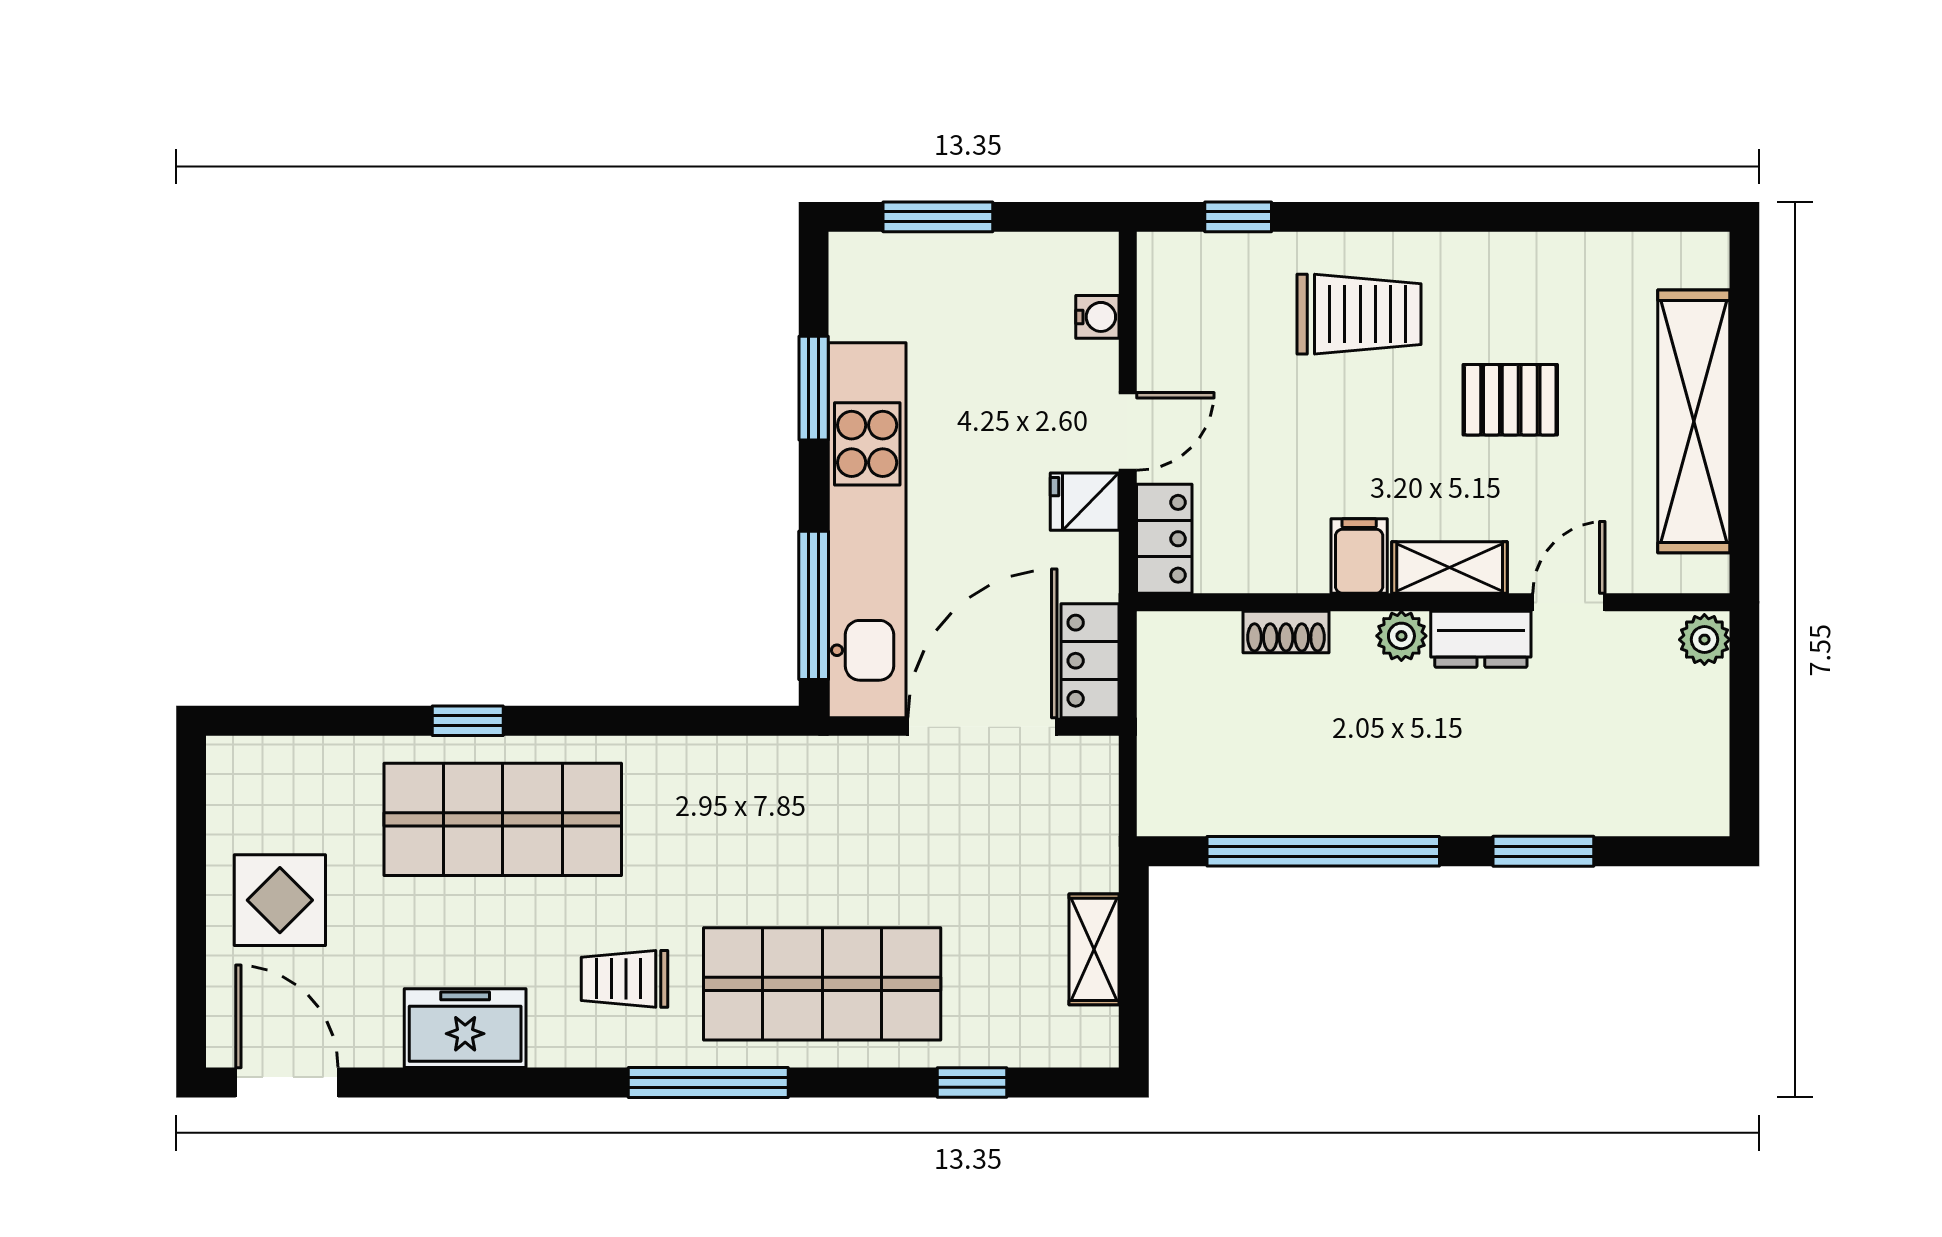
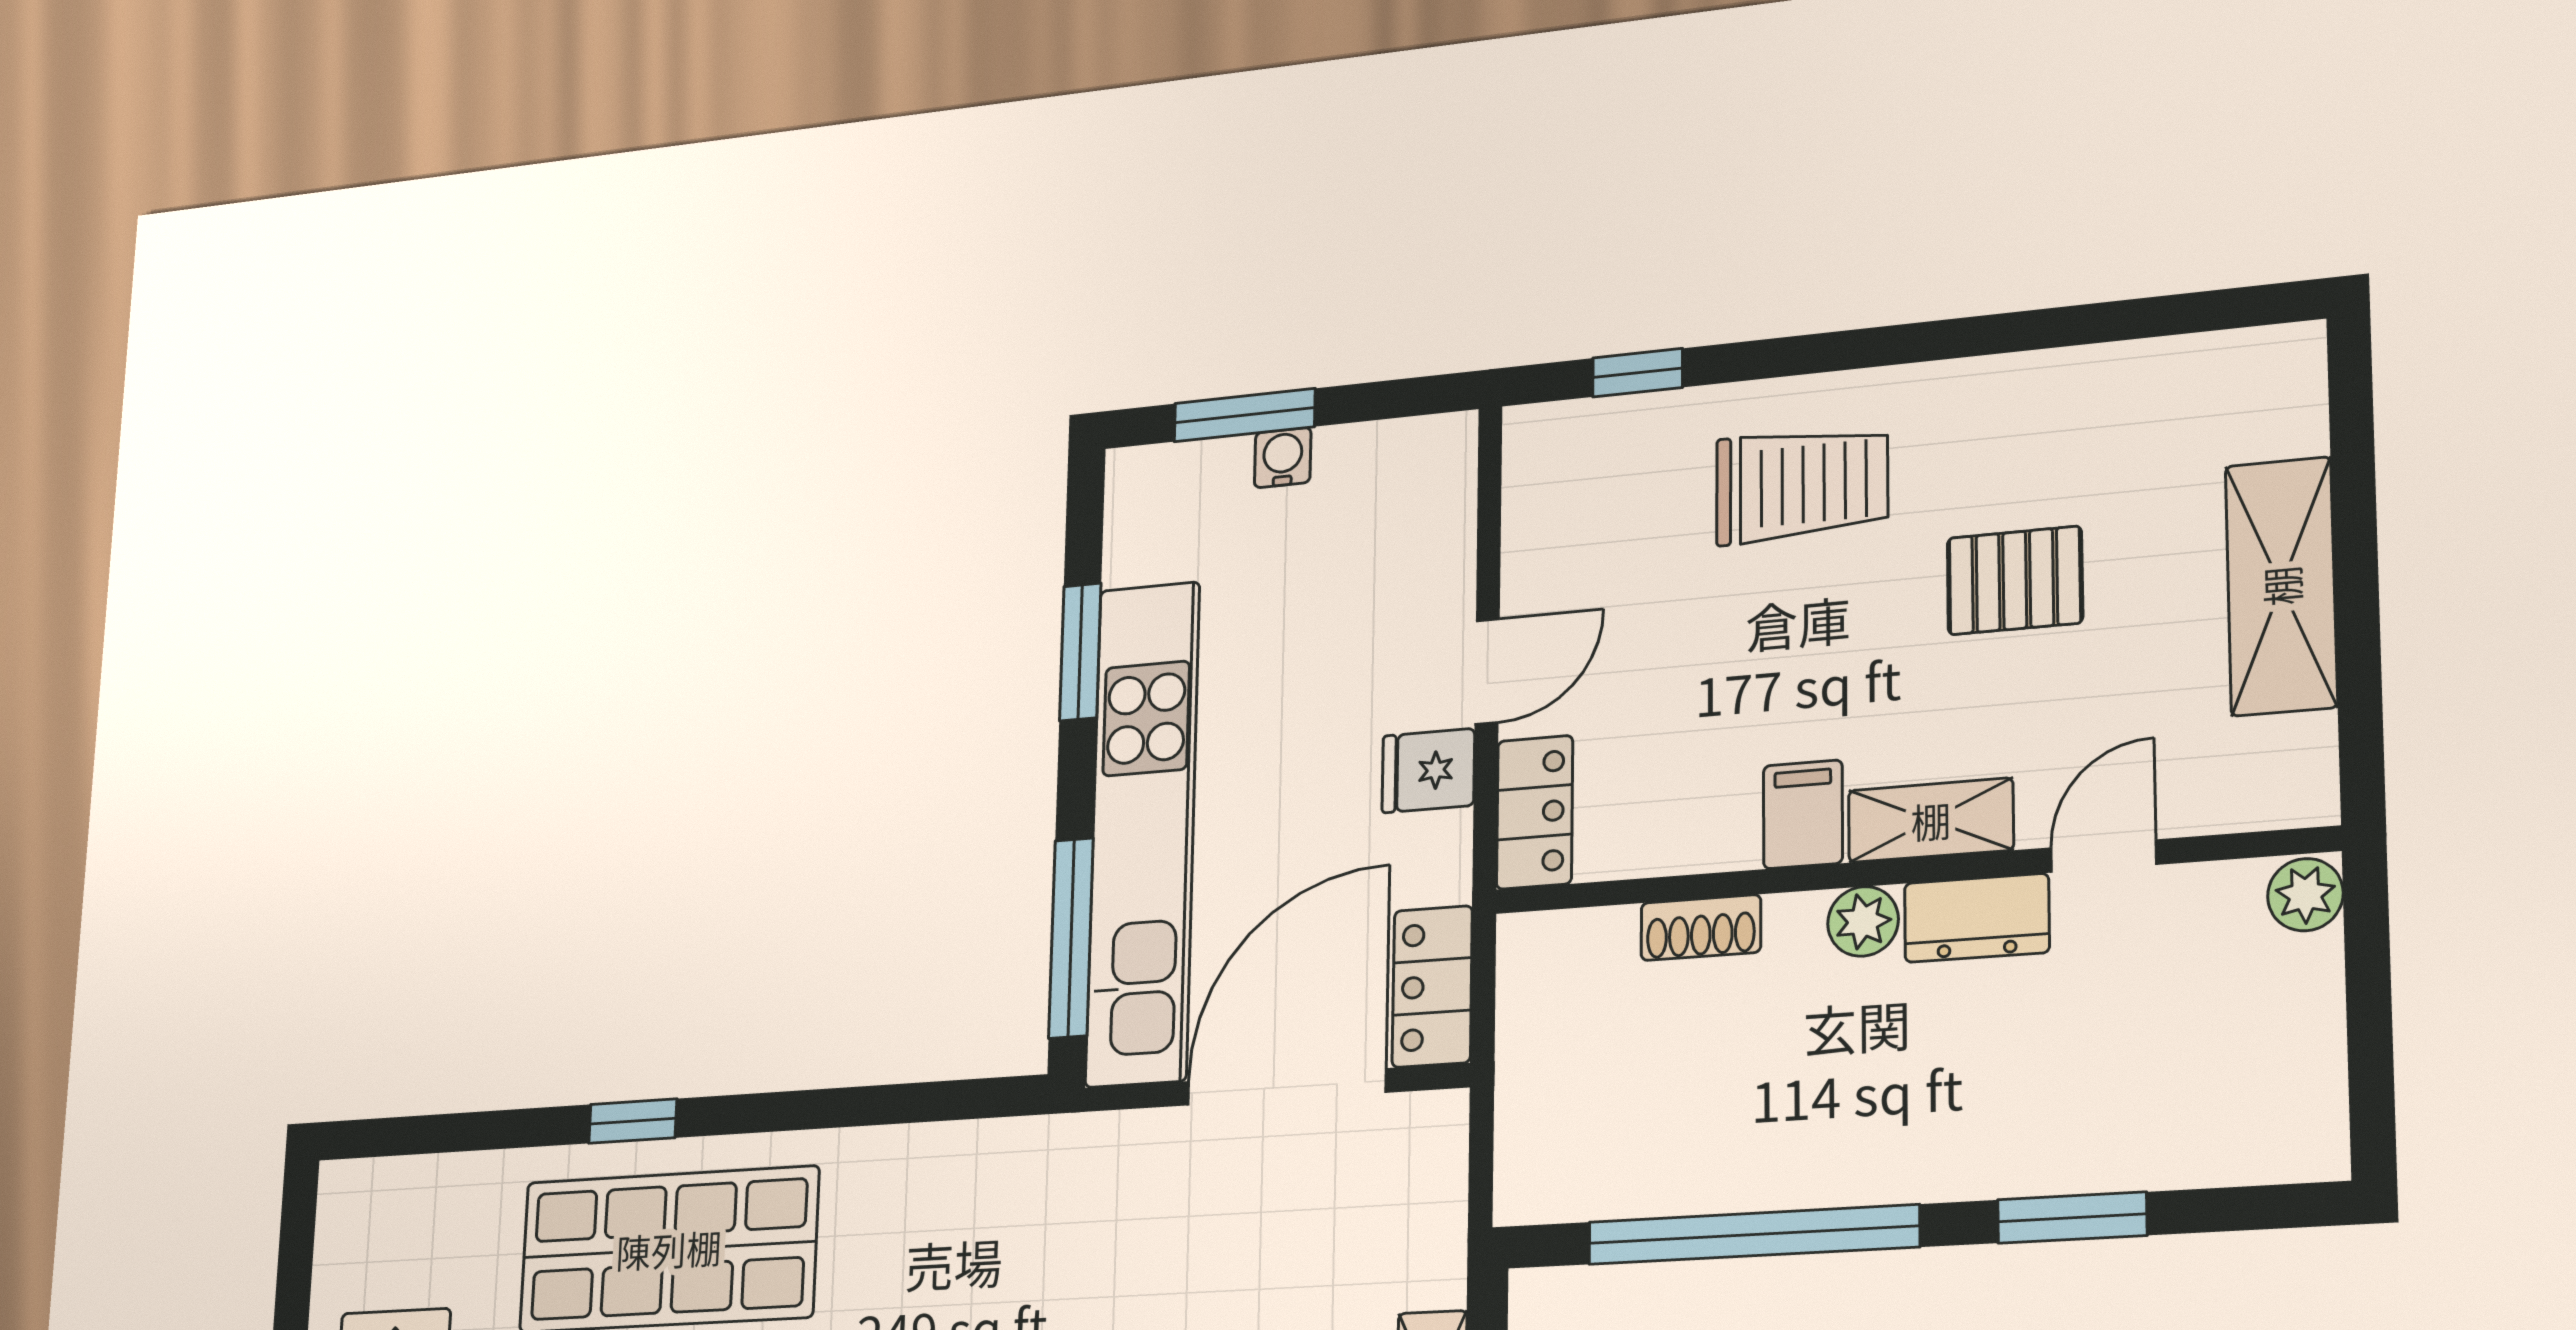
water cooler: (1097, 317) -> (1283, 458), moved, turned -90
shelving: (1694, 421) -> (2281, 586), width x0.68

